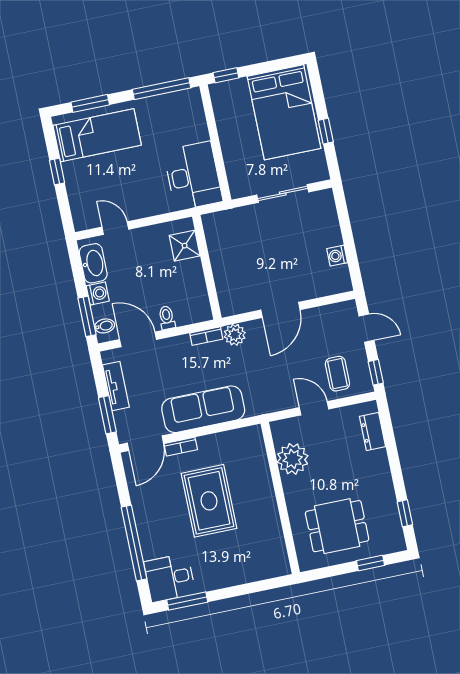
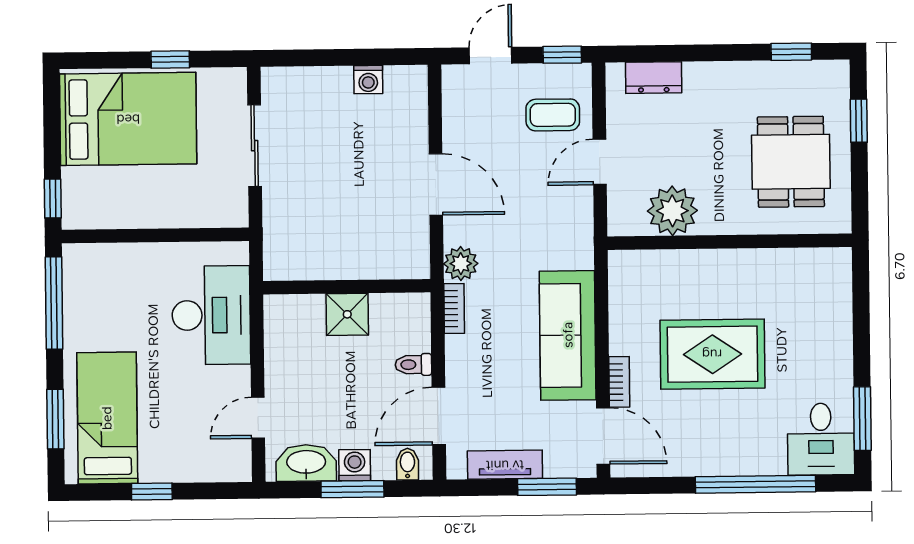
desk: (193, 176) -> (211, 315), moved, turned 90
shower: (185, 246) -> (347, 314), moved
window: (87, 316) -> (352, 489), moved

